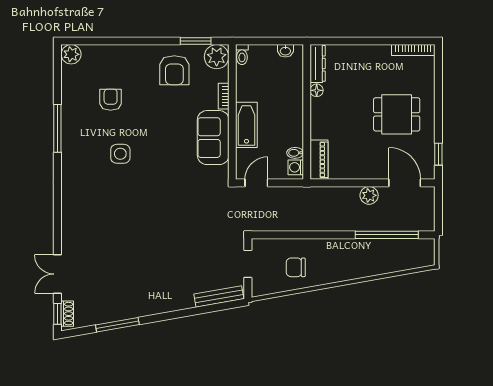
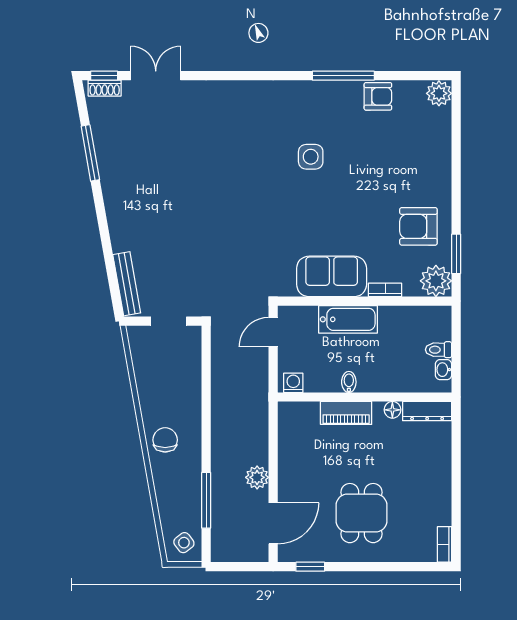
bookcase: (413, 50) -> (445, 544), width x0.64
toilet: (242, 55) -> (439, 350), moved
armchair: (111, 100) -> (378, 96), moved
bidet: (295, 153) -> (349, 382), moved
piano: (319, 160) -> (346, 413), moved
door: (256, 183) -> (273, 332), swing flipped
window: (387, 235) -> (206, 500), width x0.68
side table: (420, 252) -> (184, 543), added
chair: (296, 267) -> (165, 440), moved

